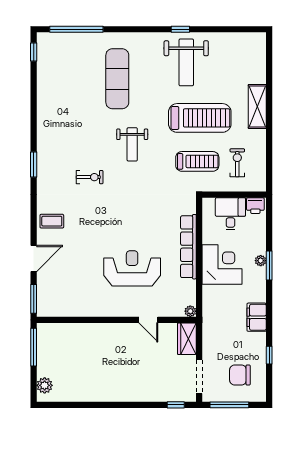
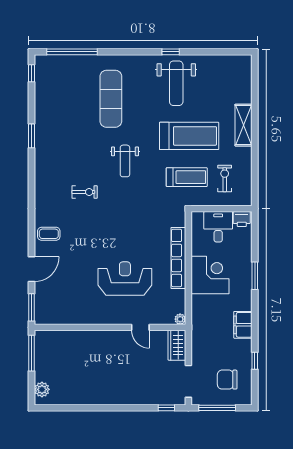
window: (34, 165) -> (32, 136), moved
plant: (261, 261) -> (247, 271), removed

